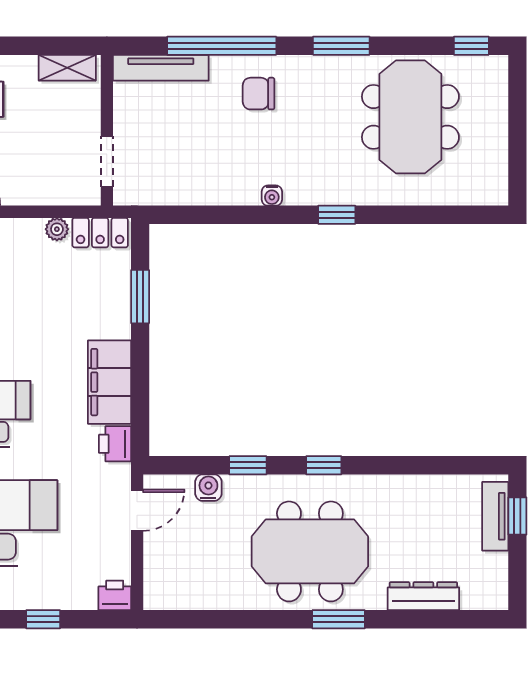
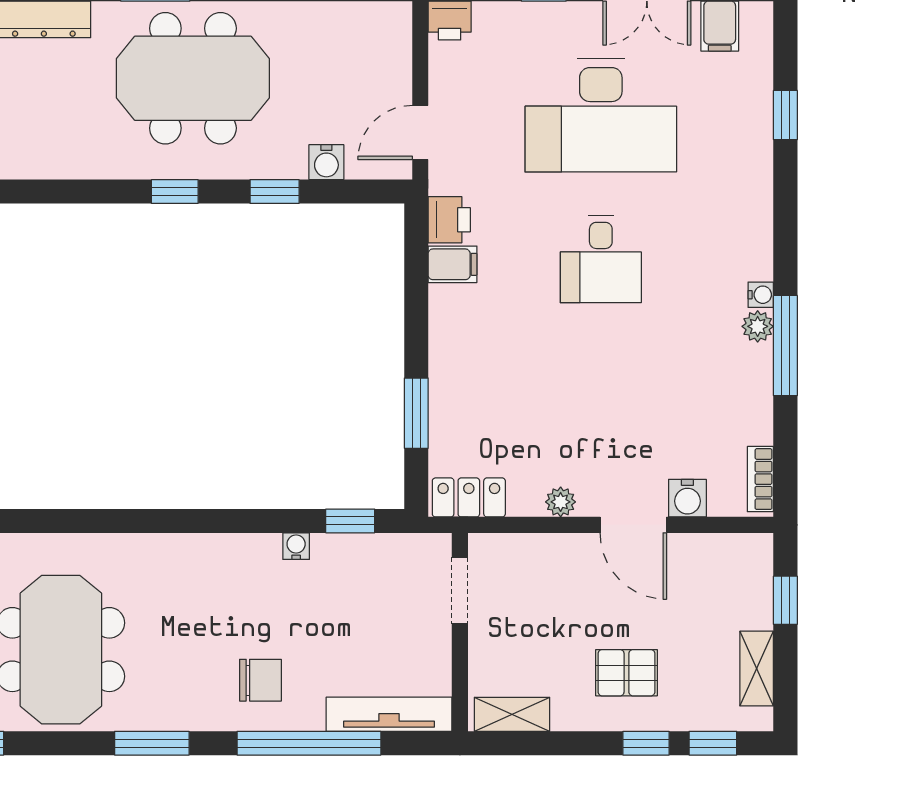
water cooler: (272, 196) -> (296, 546), moved
window: (337, 215) -> (350, 521), moved
plant: (57, 229) -> (561, 502), moved
filing cabinet: (109, 382) -> (453, 264), width x0.33, depth x0.86

